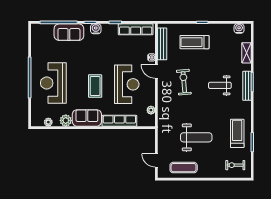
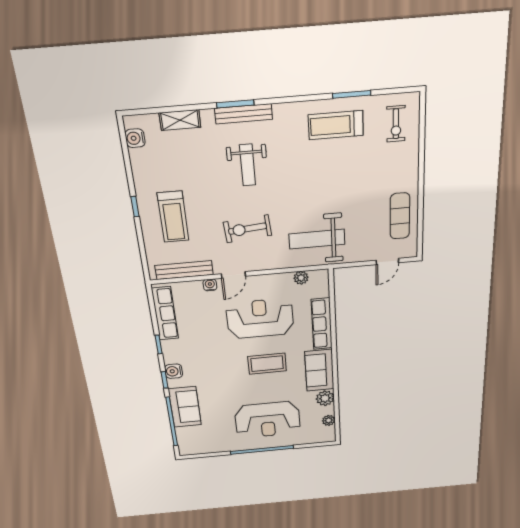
weight bench: (196, 137) -> (317, 239), moved, turned -90

